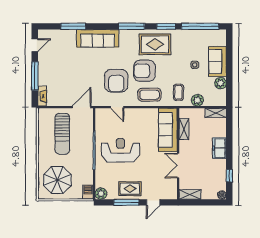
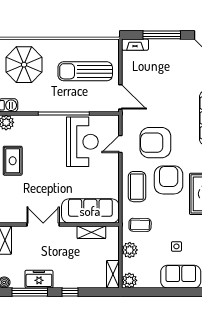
plant: (220, 83) -> (129, 280), moved
window: (229, 145) -> (70, 292), added
freezer: (219, 148) -> (39, 279), moved
reception desk: (120, 150) -> (82, 142), moved
window: (229, 176) -> (30, 292), width x2.17

